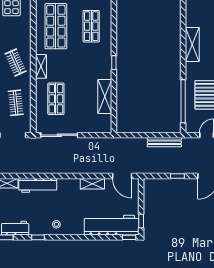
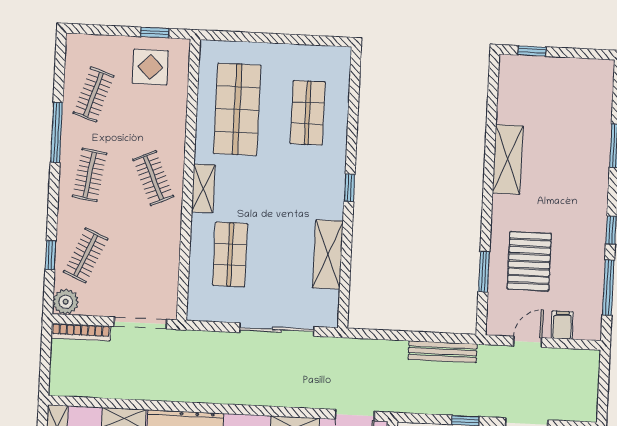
window: (183, 101) -> (484, 272), width x0.47
clothes rail: (16, 103) -> (149, 258), removed
sliding door: (59, 135) -> (277, 330), moved

